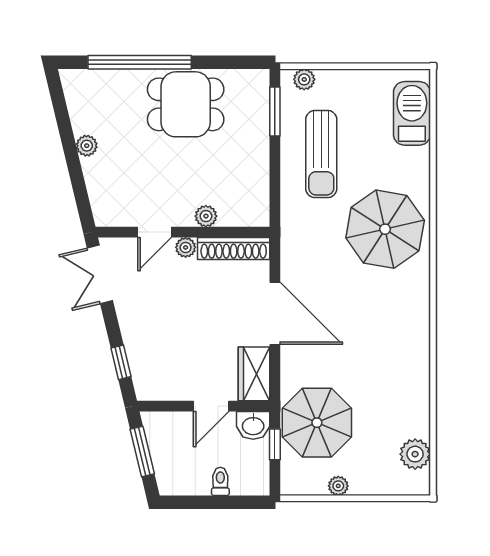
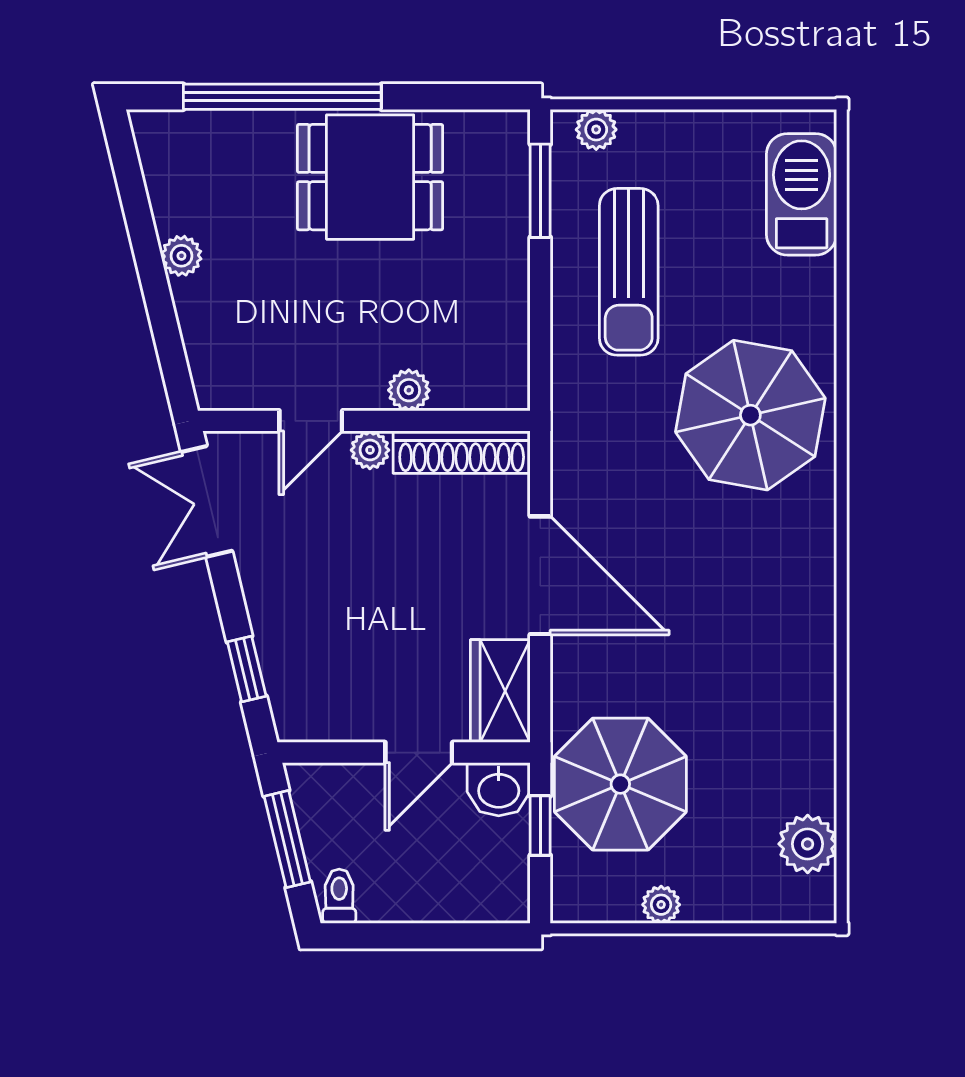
toilet: (220, 481) -> (339, 896), moved

